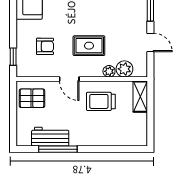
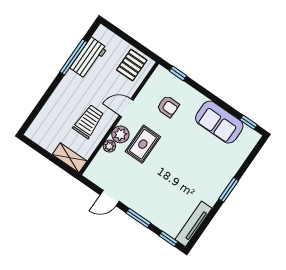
armchair: (45, 46) -> (168, 106), turned -90
plant: (124, 69) -> (120, 134), moved

